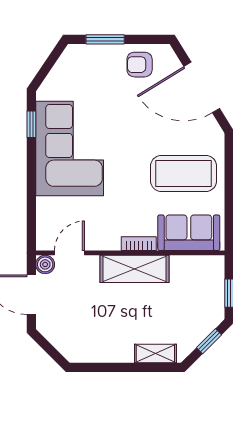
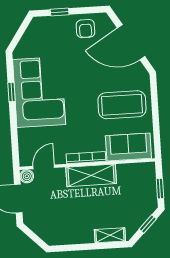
window: (105, 39) -> (60, 12), width x0.67
armchair: (140, 65) -> (85, 29), turned -90
window: (31, 124) -> (11, 92), moved
bookcase: (139, 244) -> (86, 158), width x1.56

